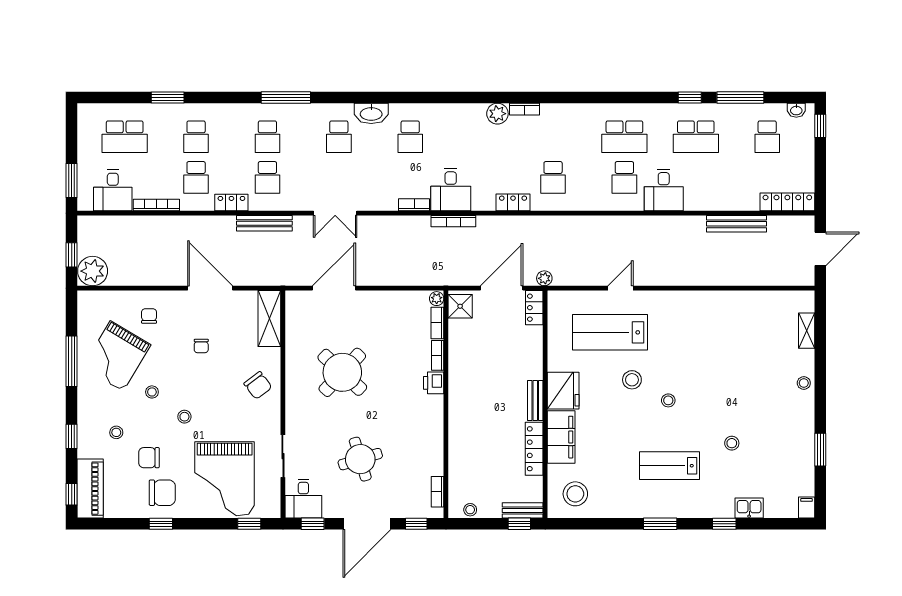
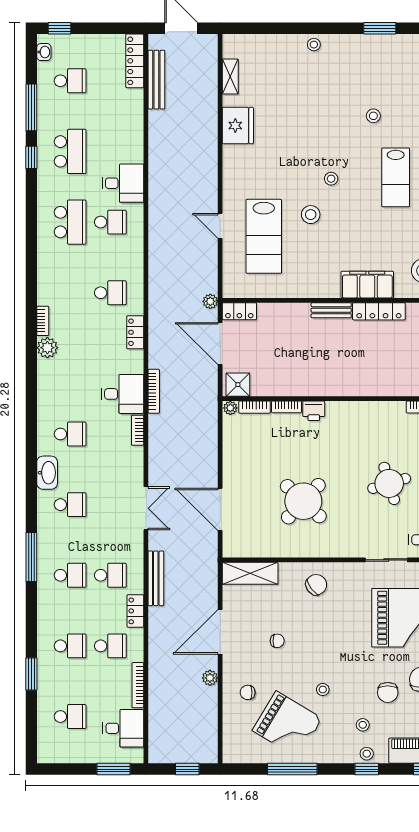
school desk: (125, 137) -> (70, 717), width x0.54
bench: (736, 224) -> (156, 80), moved
plant: (93, 271) -> (210, 678), moved, width x0.53, depth x0.53
shelving: (807, 331) -> (230, 76), moved, turned 90
fridge: (563, 391) -> (238, 125), moved, turned 90
stool: (184, 417) -> (367, 754), moved

